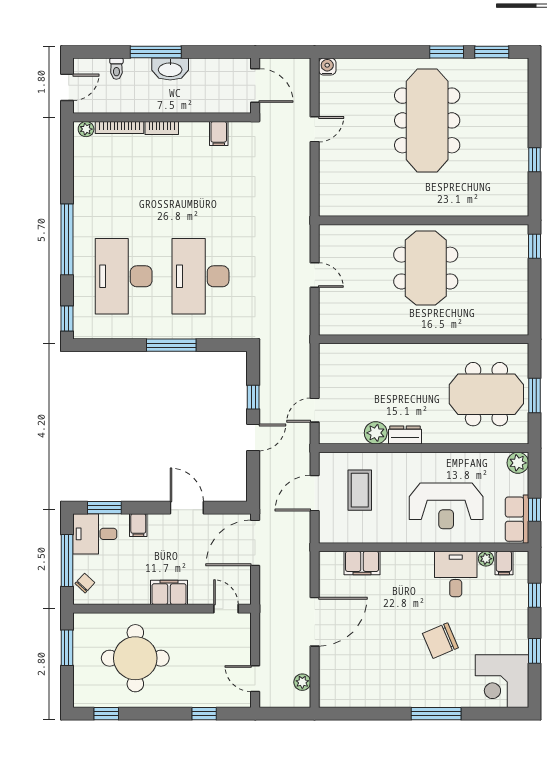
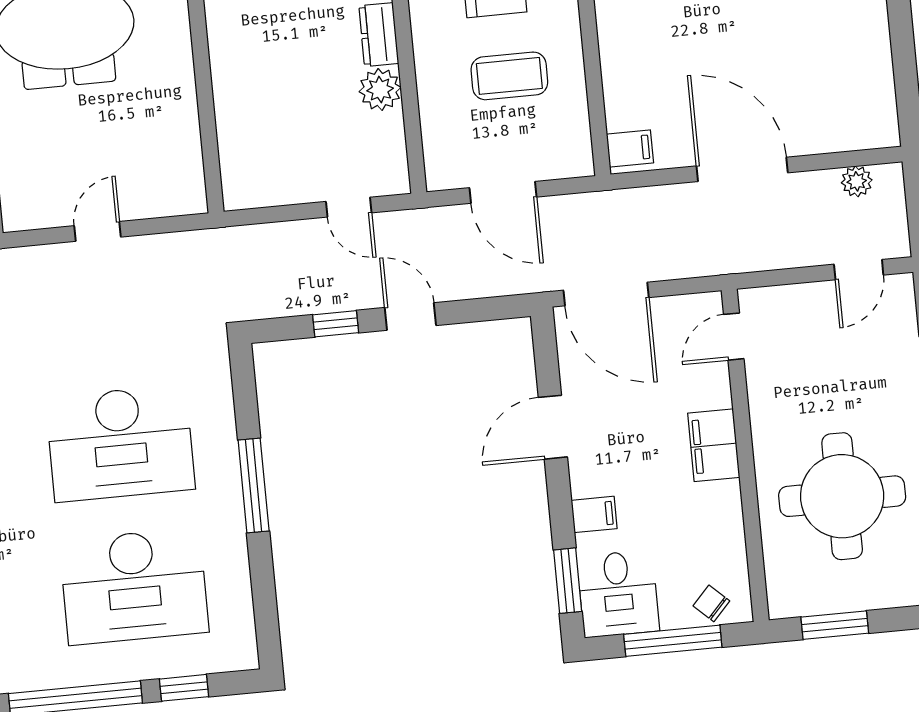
window: (67, 319) -> (184, 688), moved
coffee table: (360, 490) -> (509, 76), moved
filing cabinet: (362, 563) -> (630, 148), moved, width x0.50

